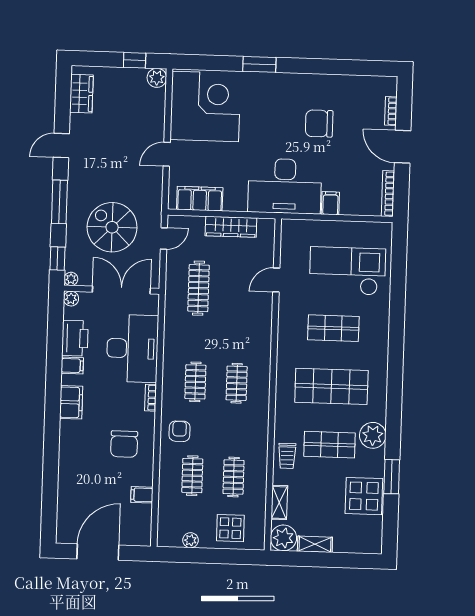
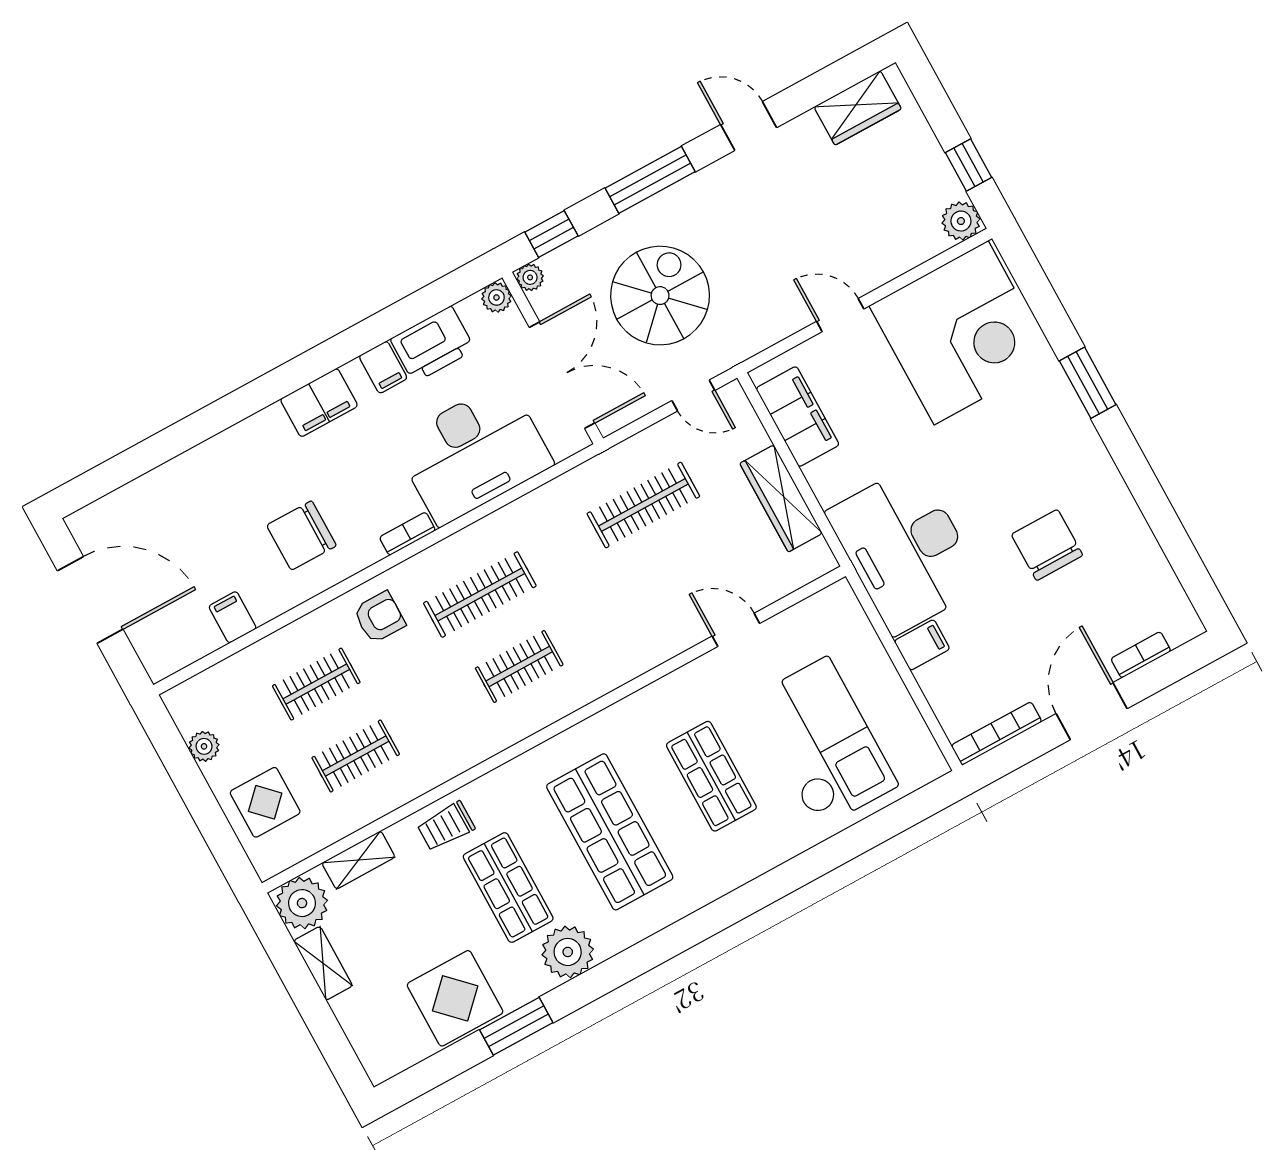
clothes rail: (195, 382) -> (480, 595), width x1.36

